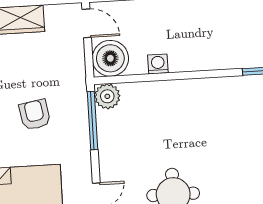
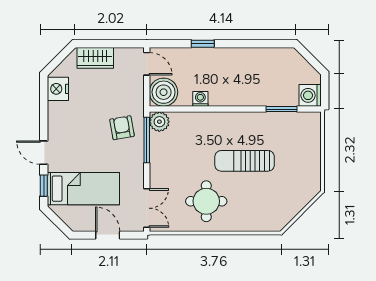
armchair: (35, 115) -> (122, 128), moved
sun lounger: (219, 140) -> (245, 161), added

